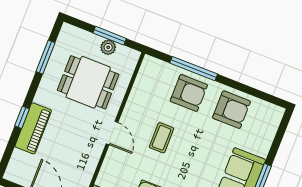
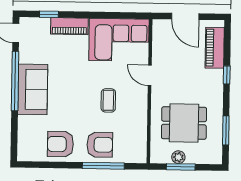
armchair: (189, 93) -> (100, 145), turned 180
piano: (33, 128) -> (215, 48), moved
door: (112, 133) -> (150, 75), moved

